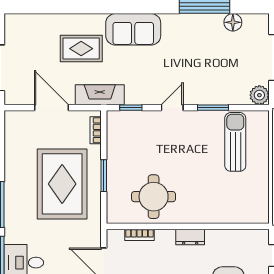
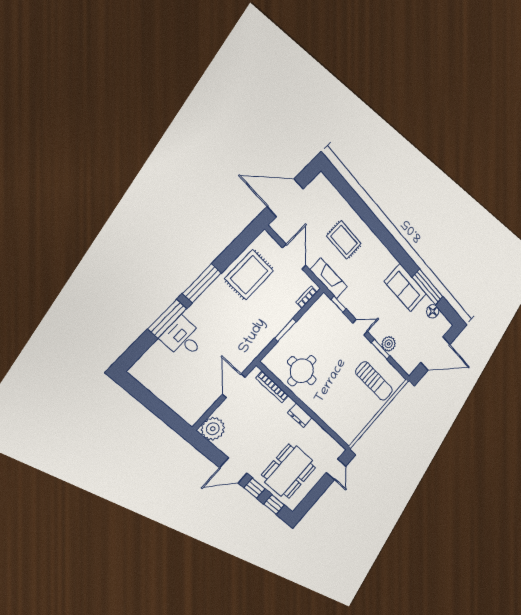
sofa: (133, 29) -> (405, 288), moved
plant: (259, 95) -> (389, 344), moved
sun lounger: (235, 142) -> (374, 381), turned 90
rug: (62, 184) -> (249, 275), moved, width x0.73, depth x0.69
bookcase: (139, 235) -> (272, 387), width x1.56

